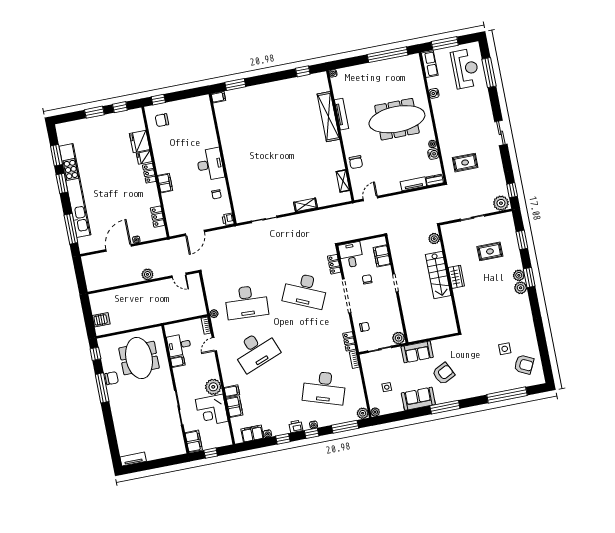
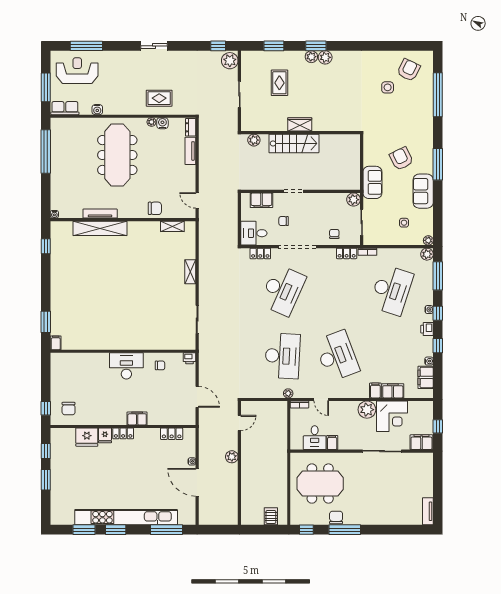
rug: (465, 163) -> (159, 98), moved, turned 90

